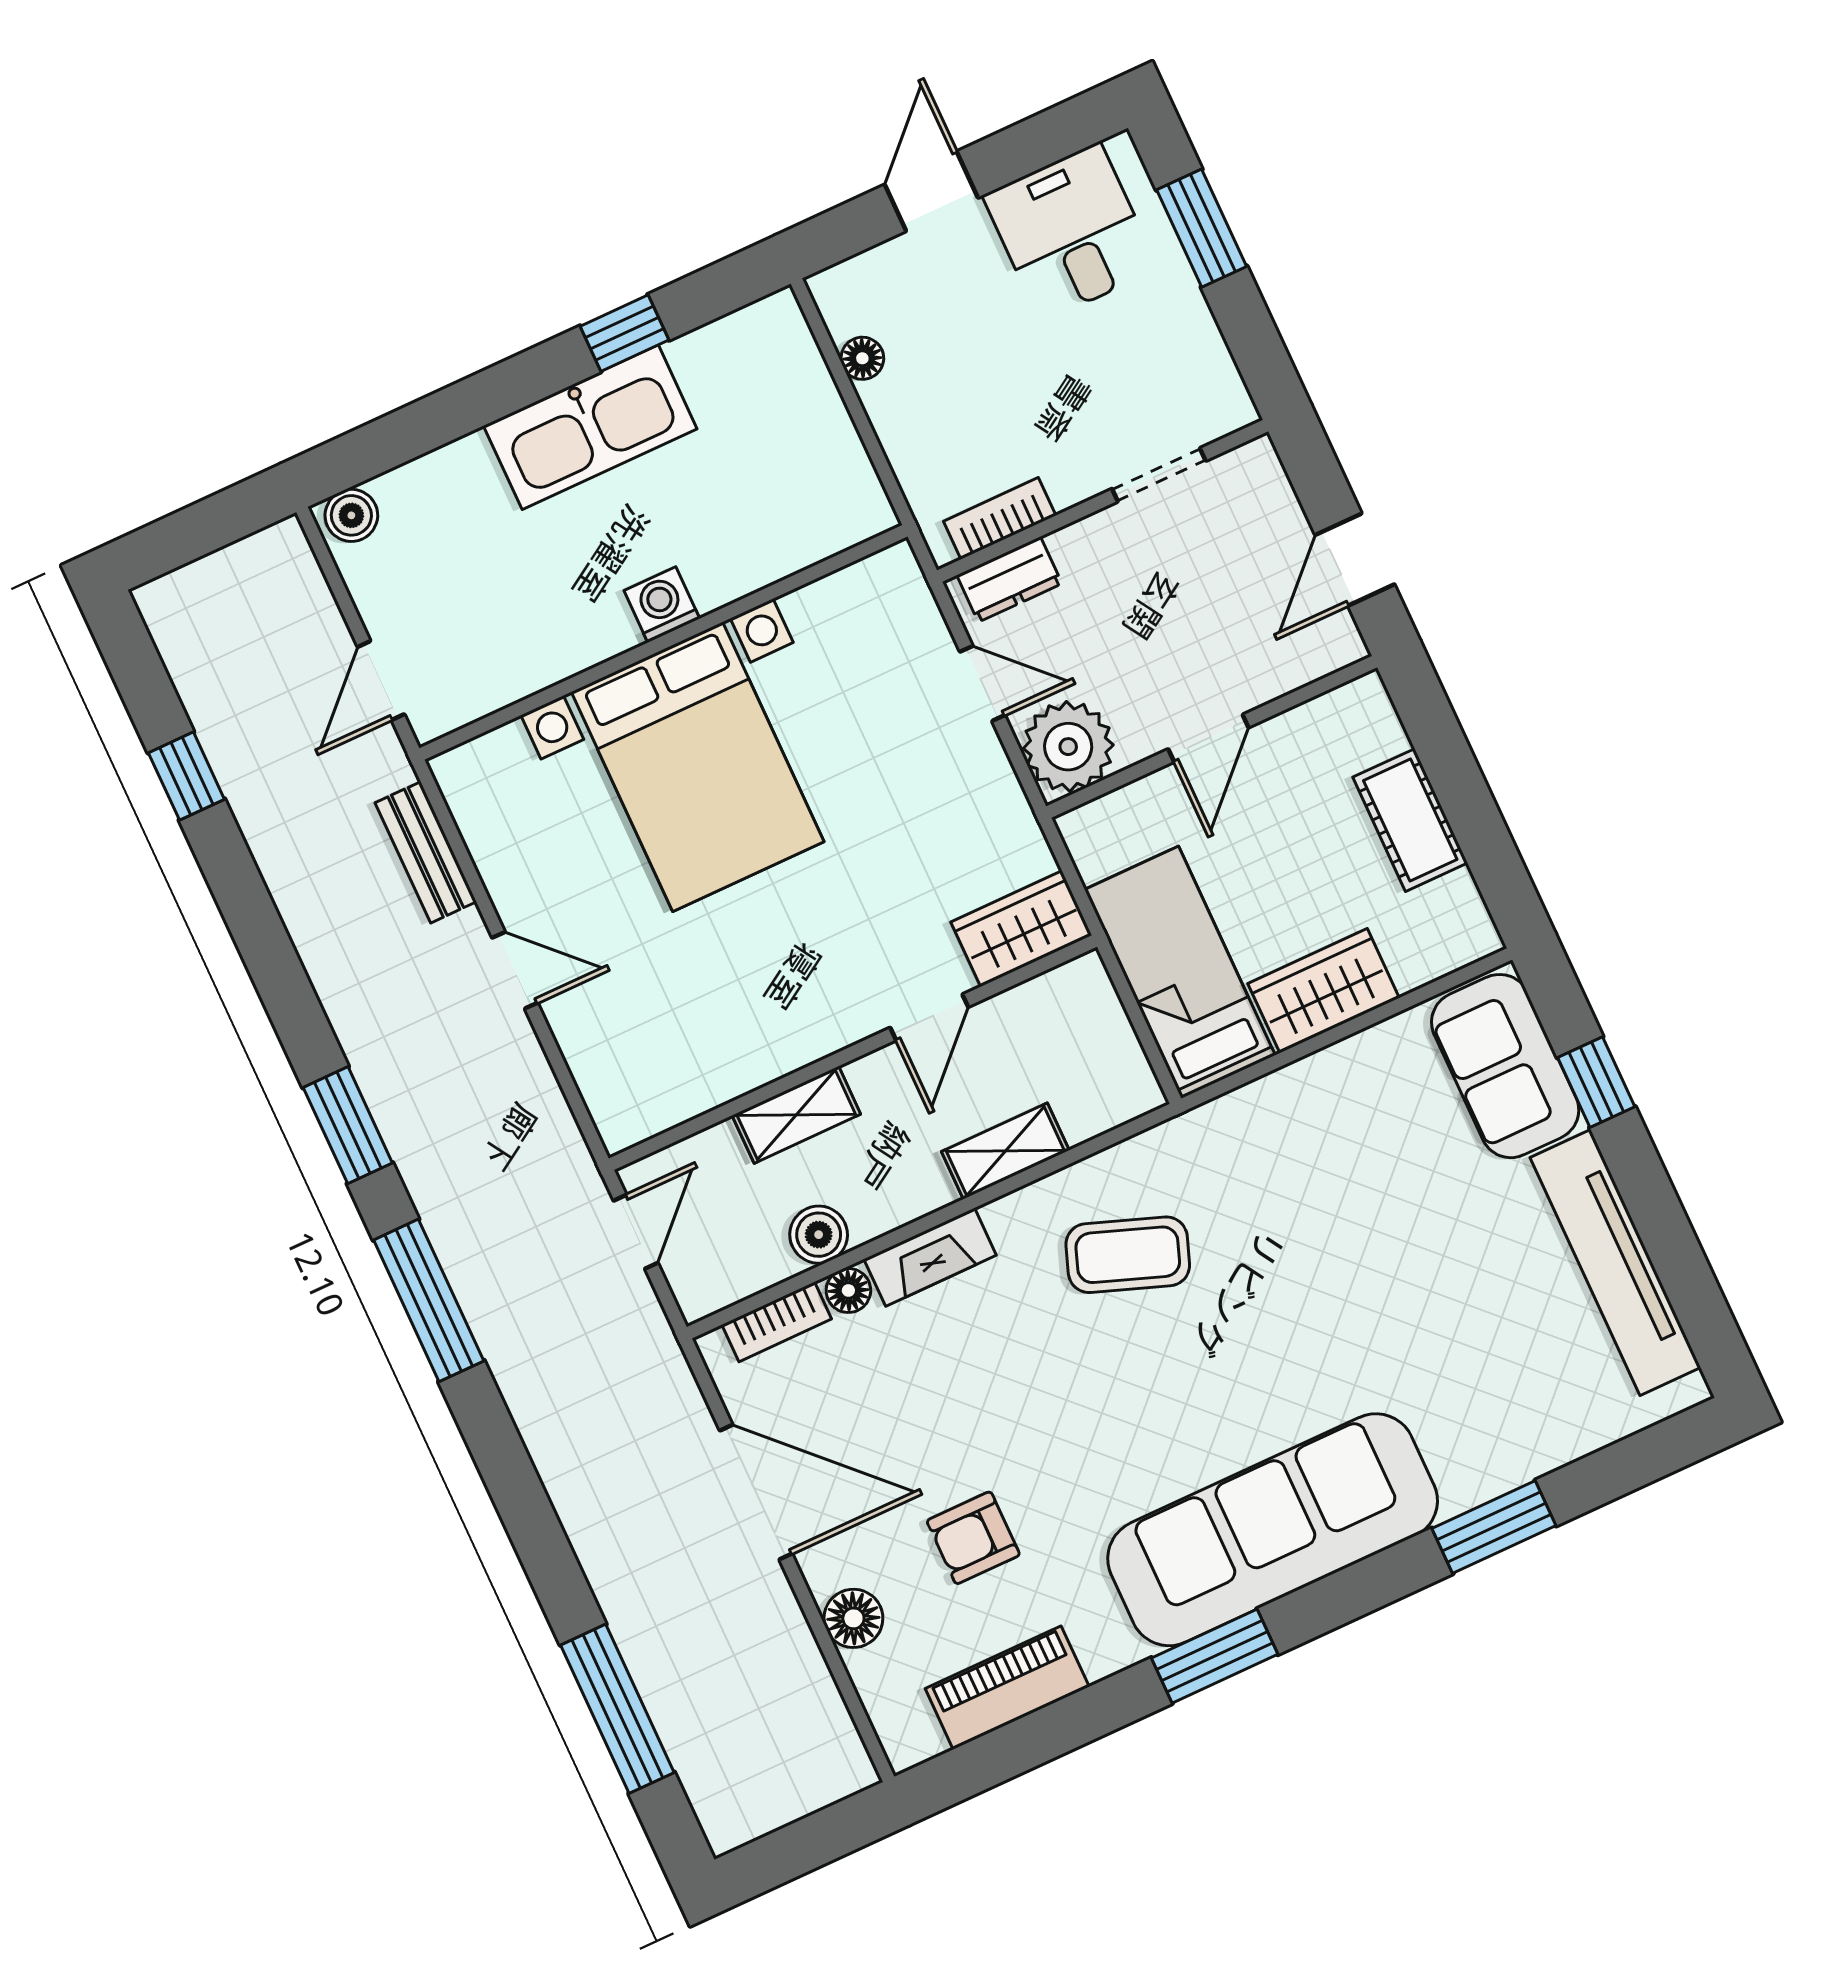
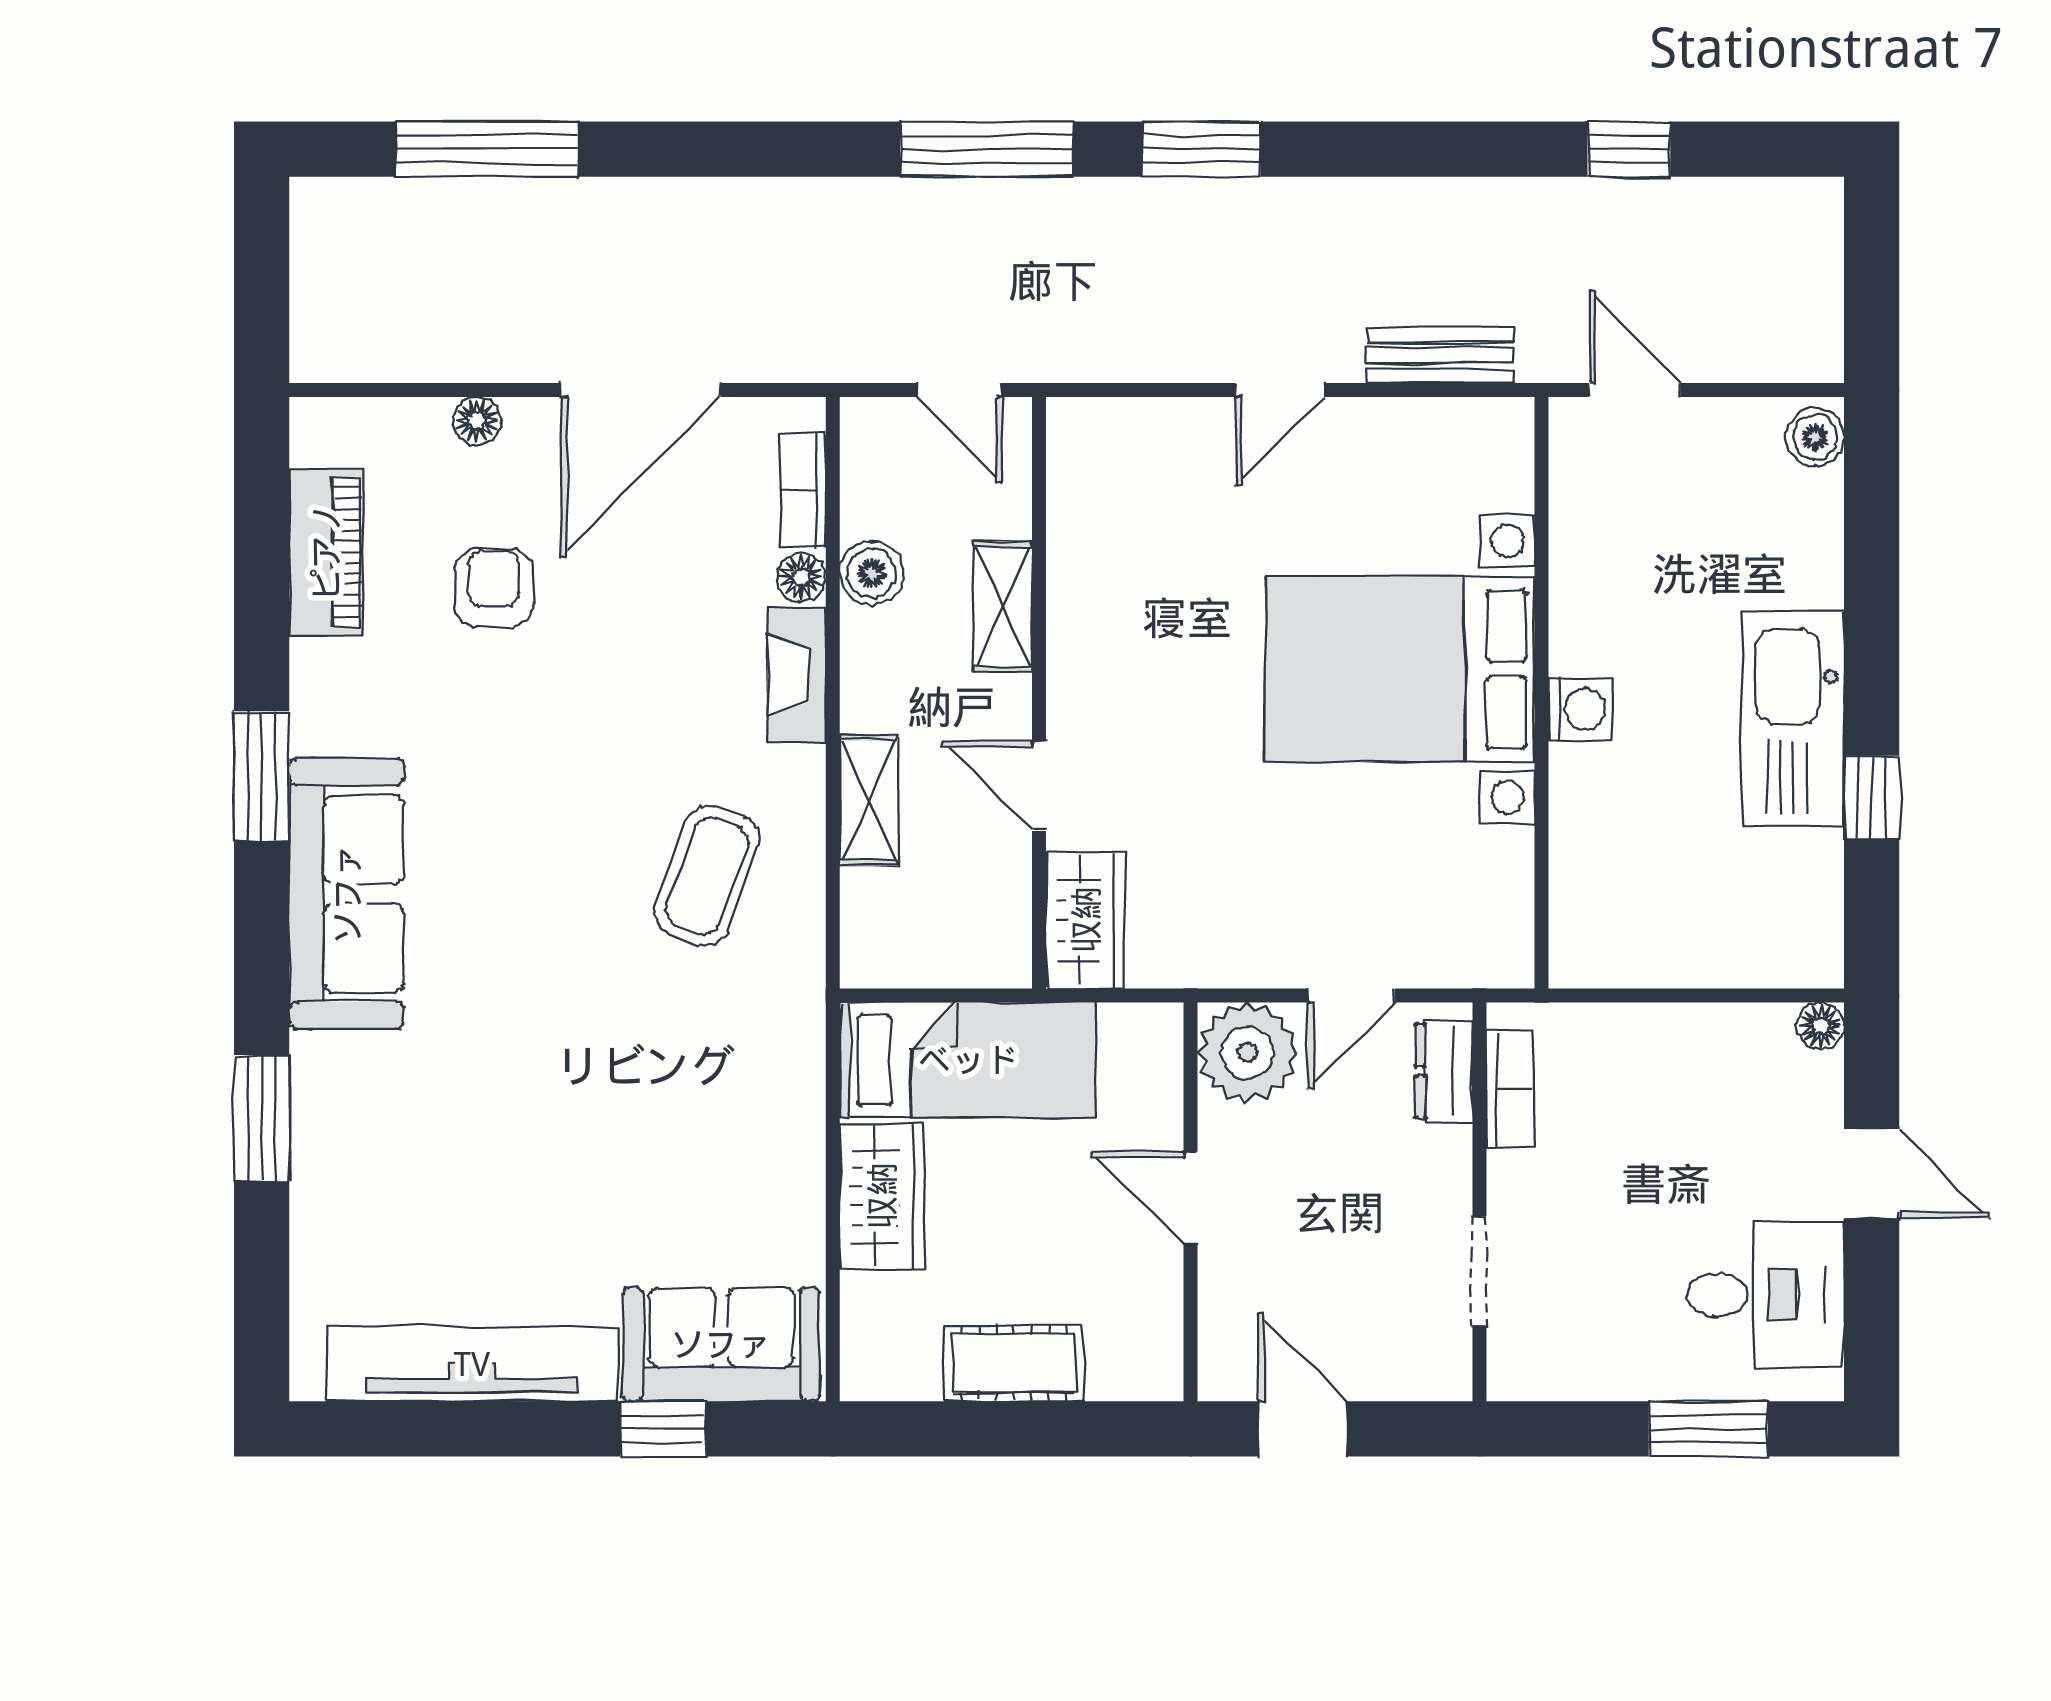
floor lamp: (862, 358) -> (1821, 1026), moved
sofa: (1273, 1530) -> (347, 894), width x0.74, depth x0.79
floor lamp: (853, 1618) -> (477, 421), width x0.73, depth x0.73

